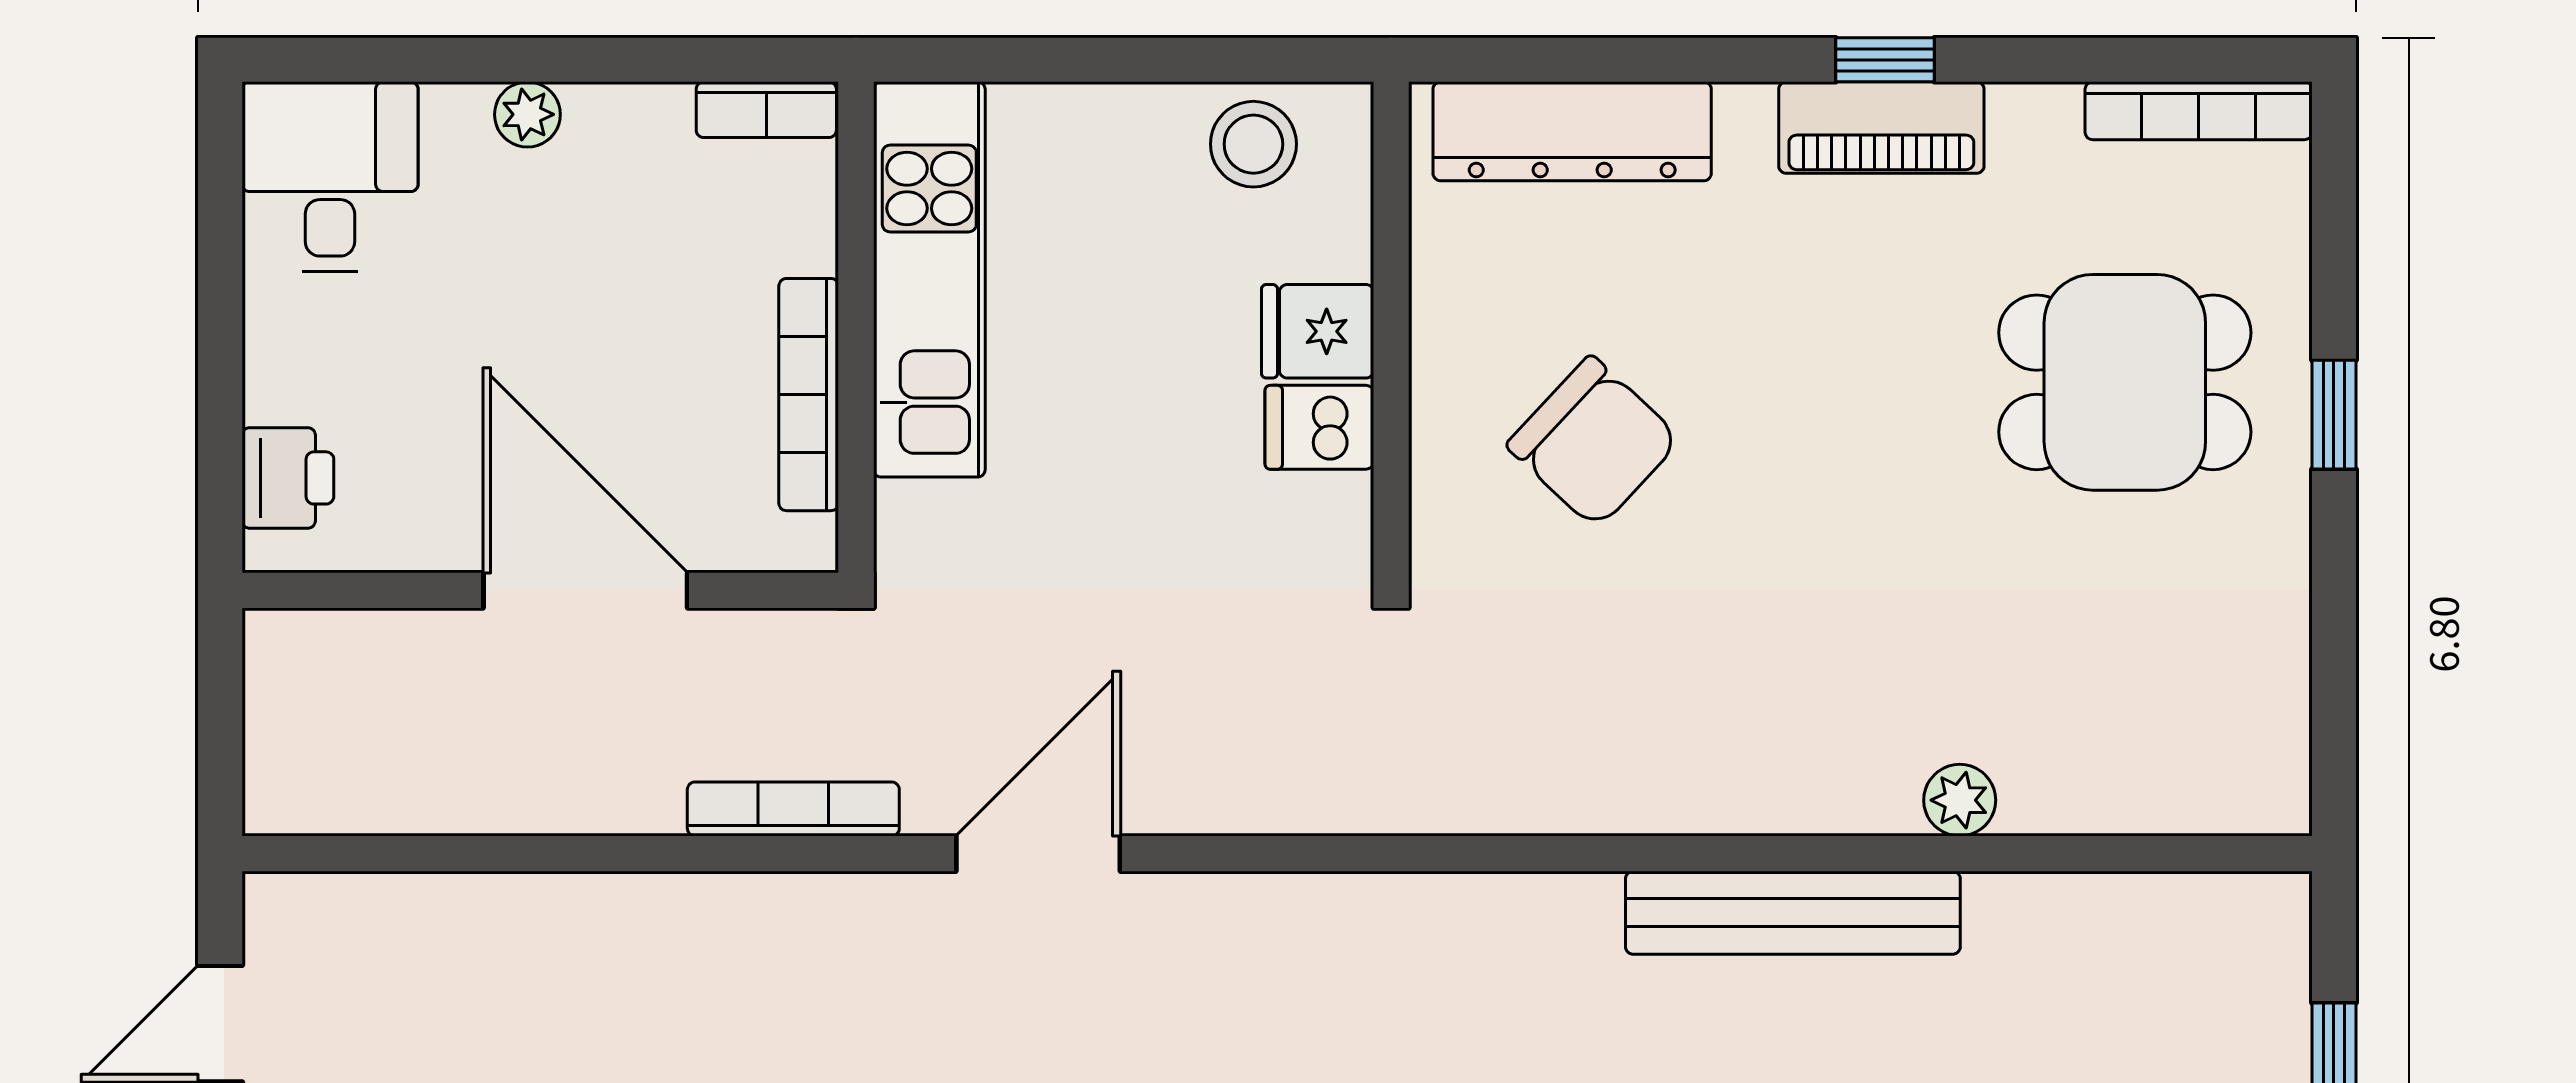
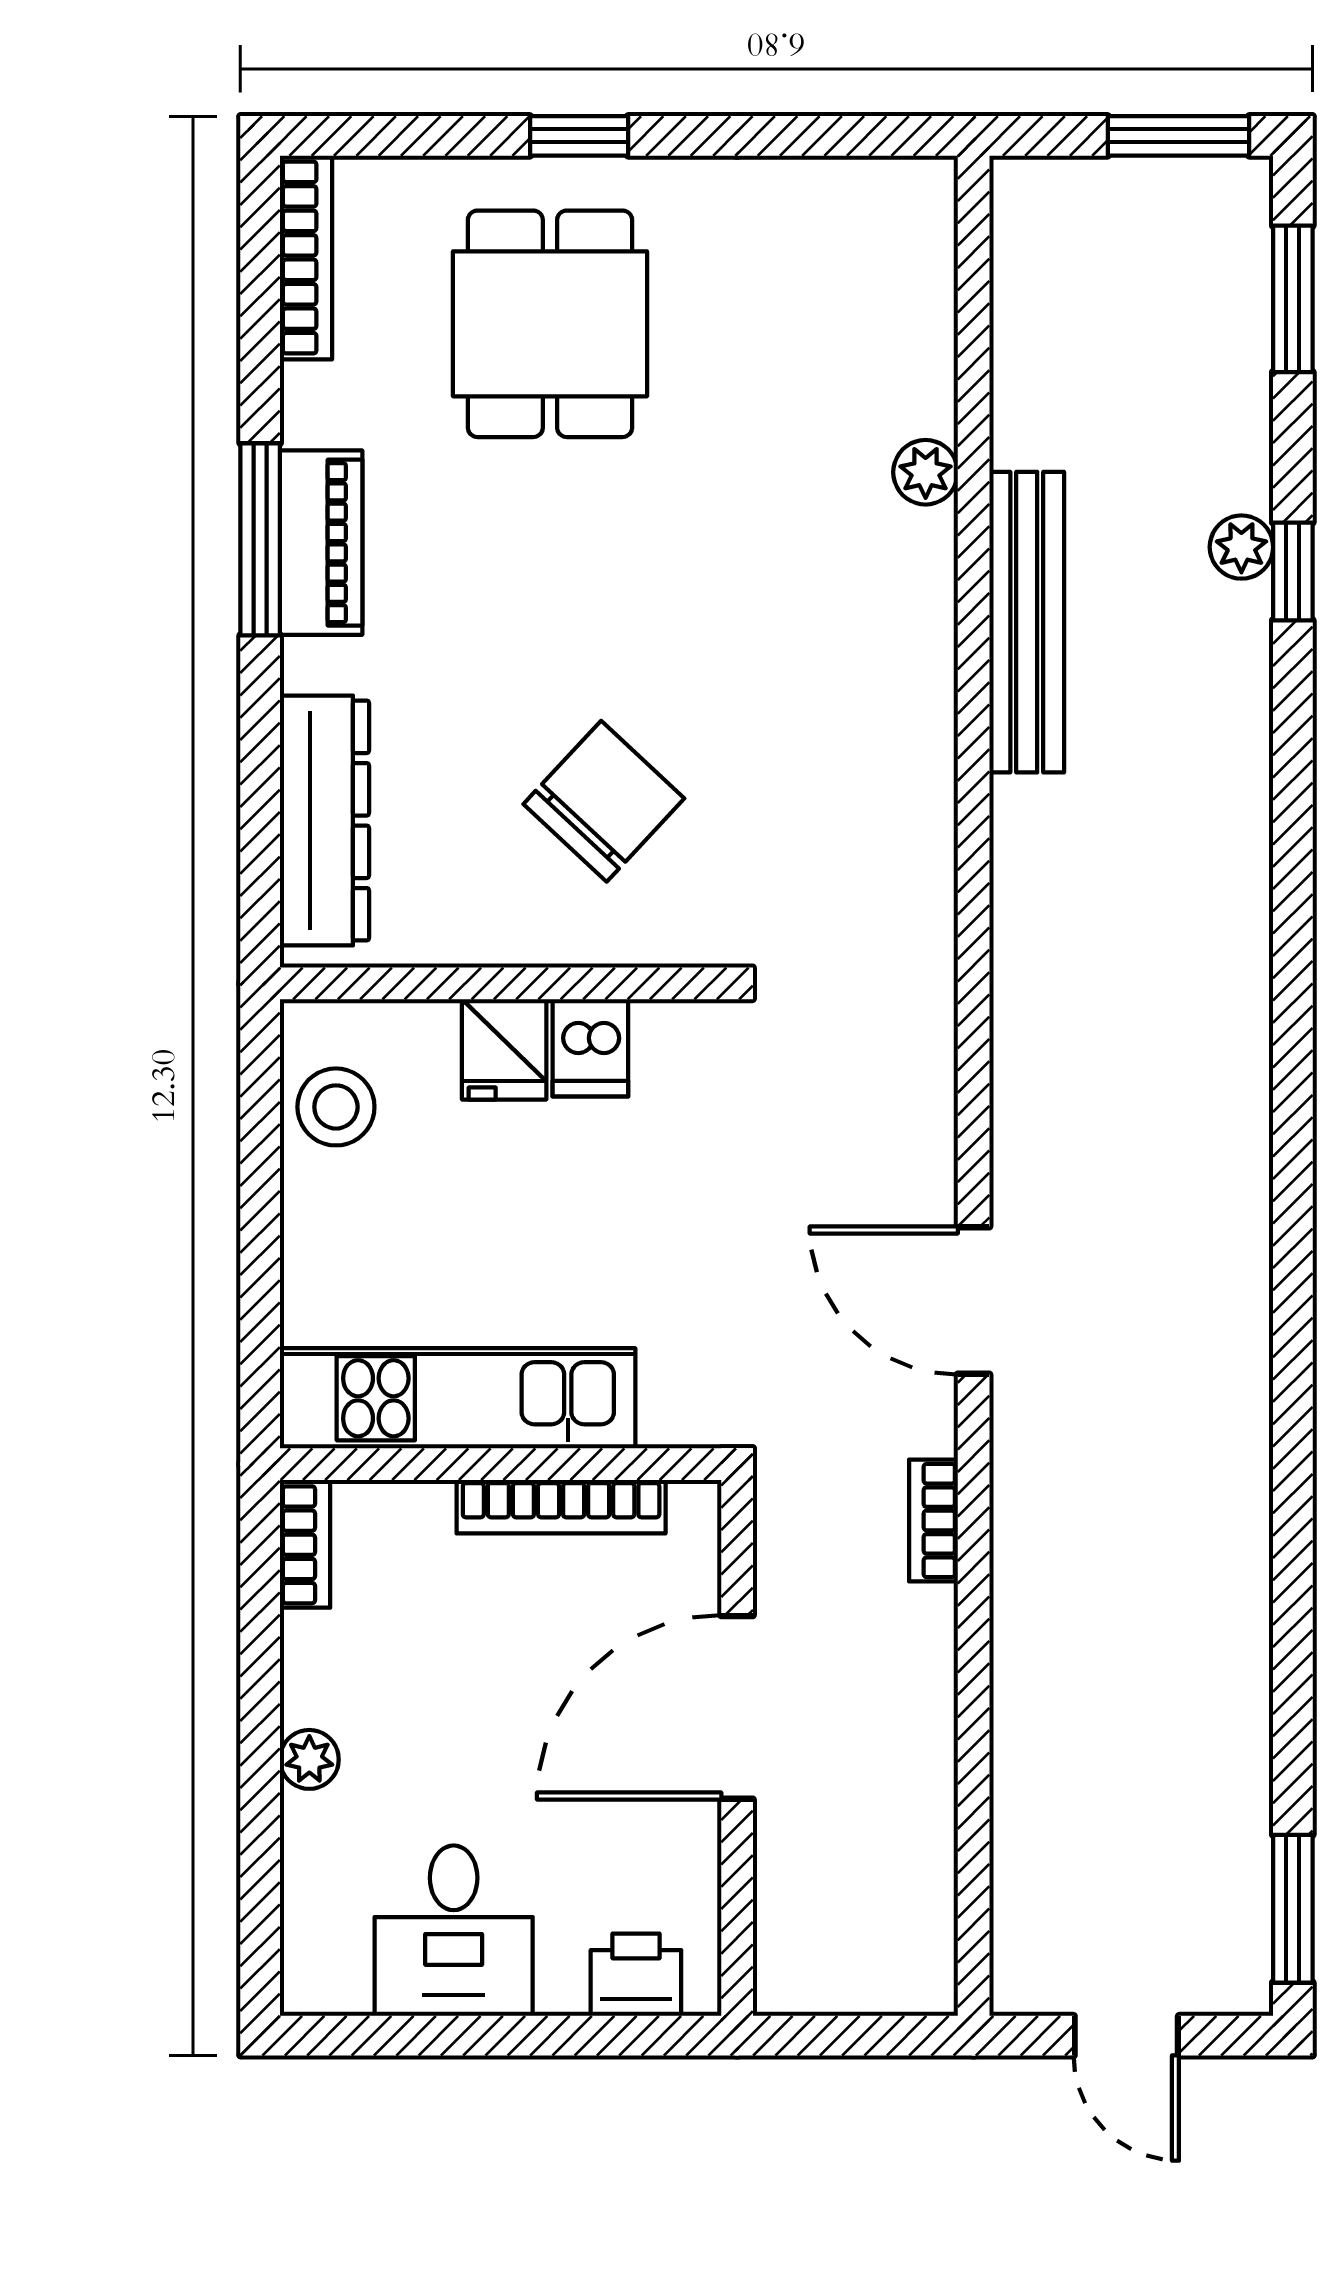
window: (1885, 60) -> (260, 539), width x2.17
desk: (330, 177) -> (454, 1931), moved, turned -90
bookcase: (793, 809) -> (933, 1521), width x0.64

